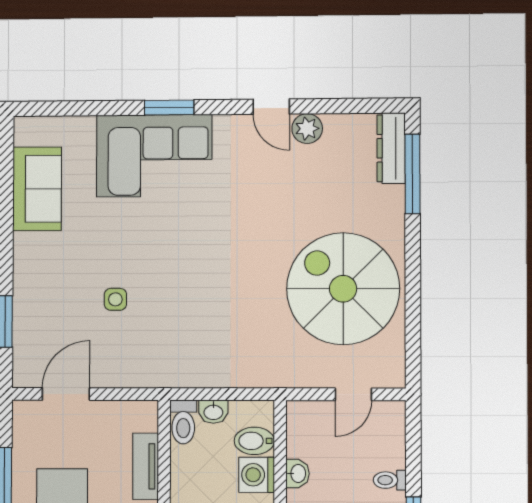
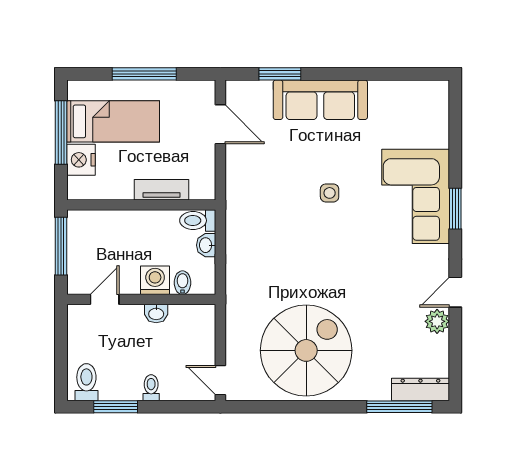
sofa: (37, 189) -> (320, 100), moved, width x1.36
side table: (115, 299) -> (330, 193), moved
door: (353, 394) -> (220, 380), moved
bidet: (254, 441) -> (182, 283), width x0.72, depth x0.74

